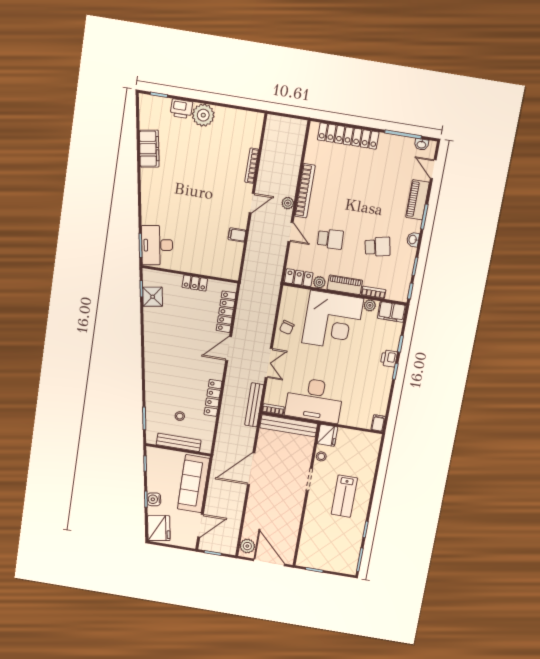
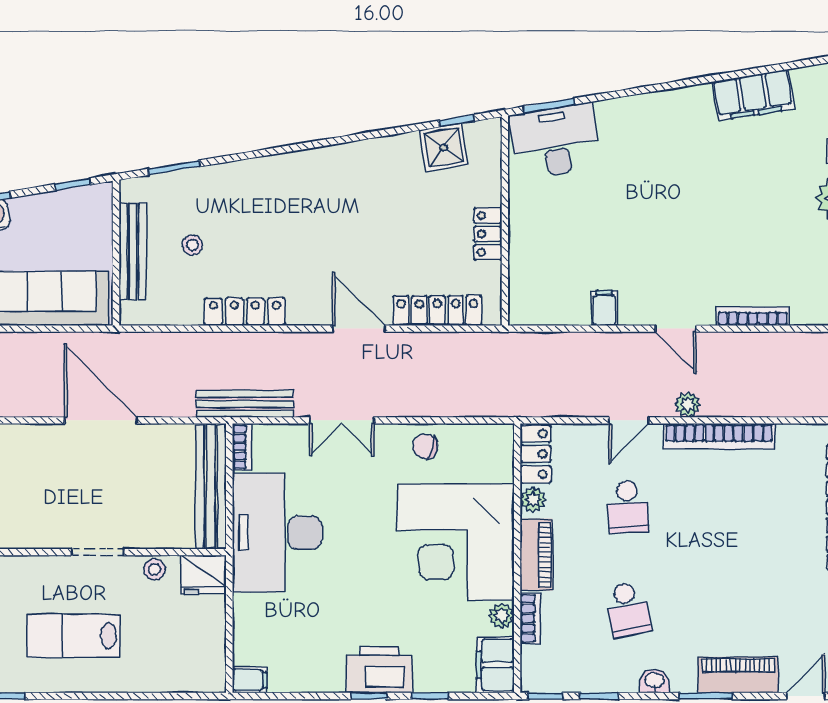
printer: (389, 358) -> (379, 669), width x1.87, depth x1.48

